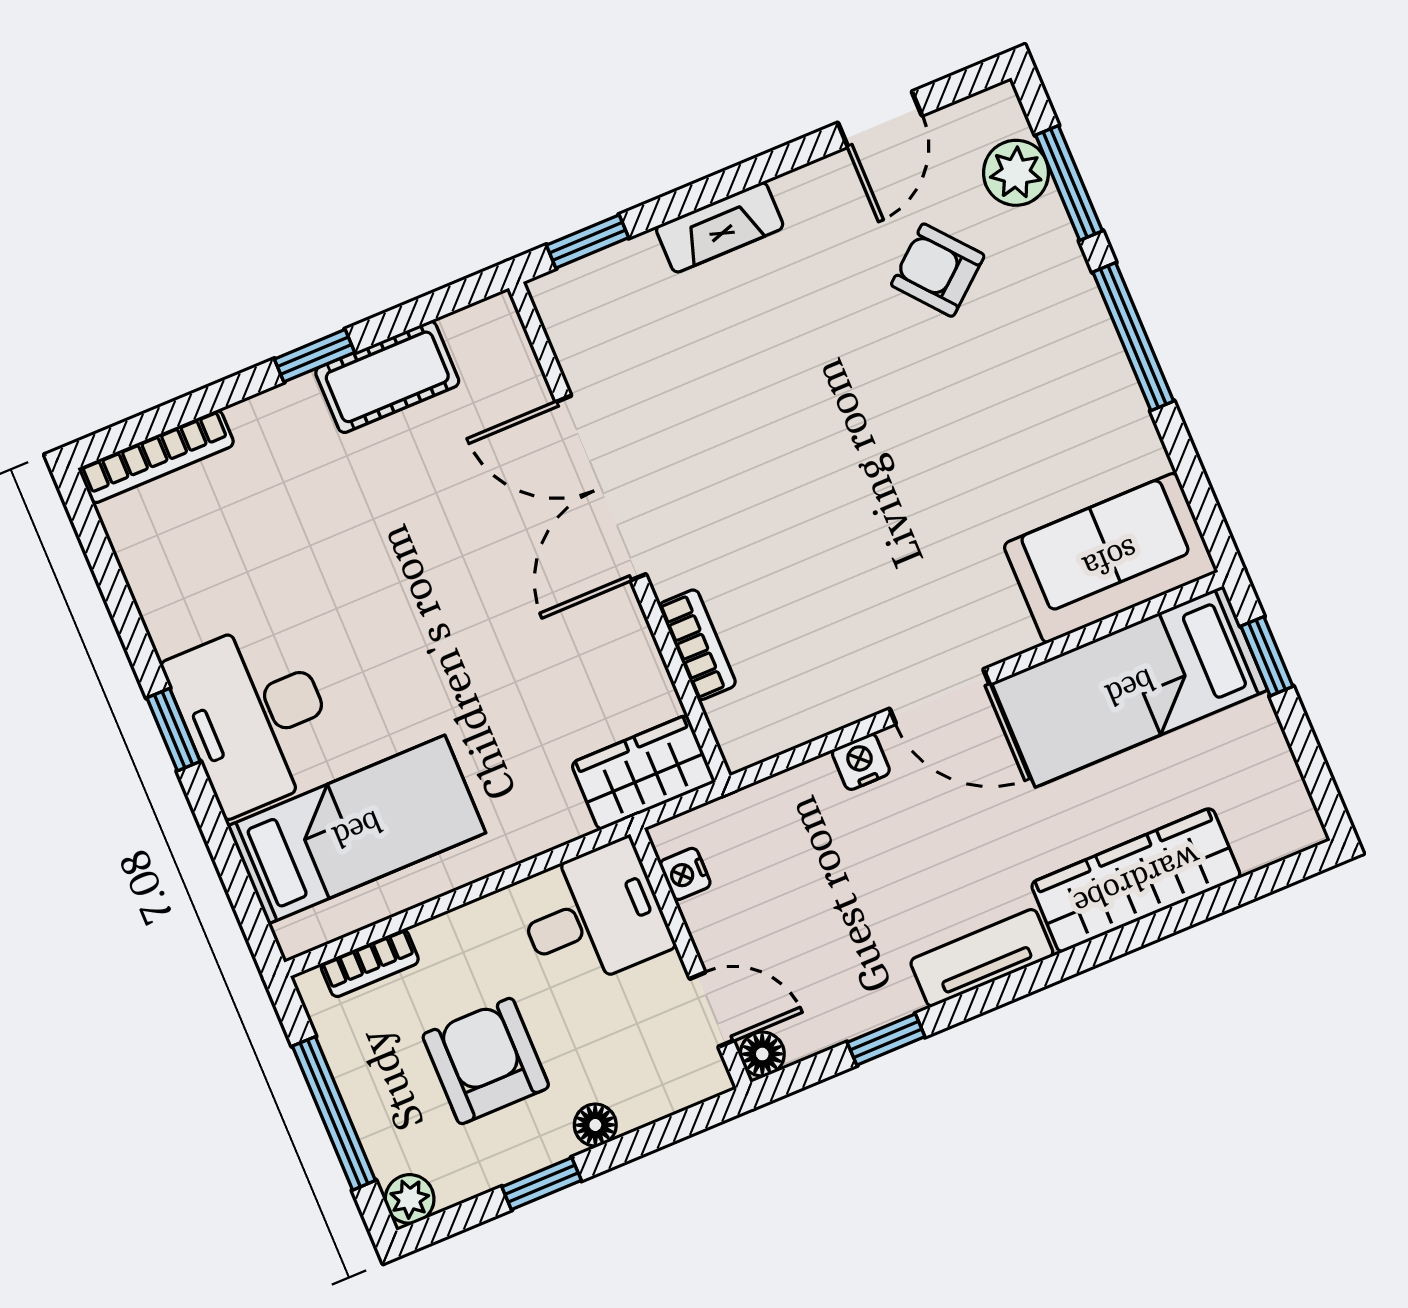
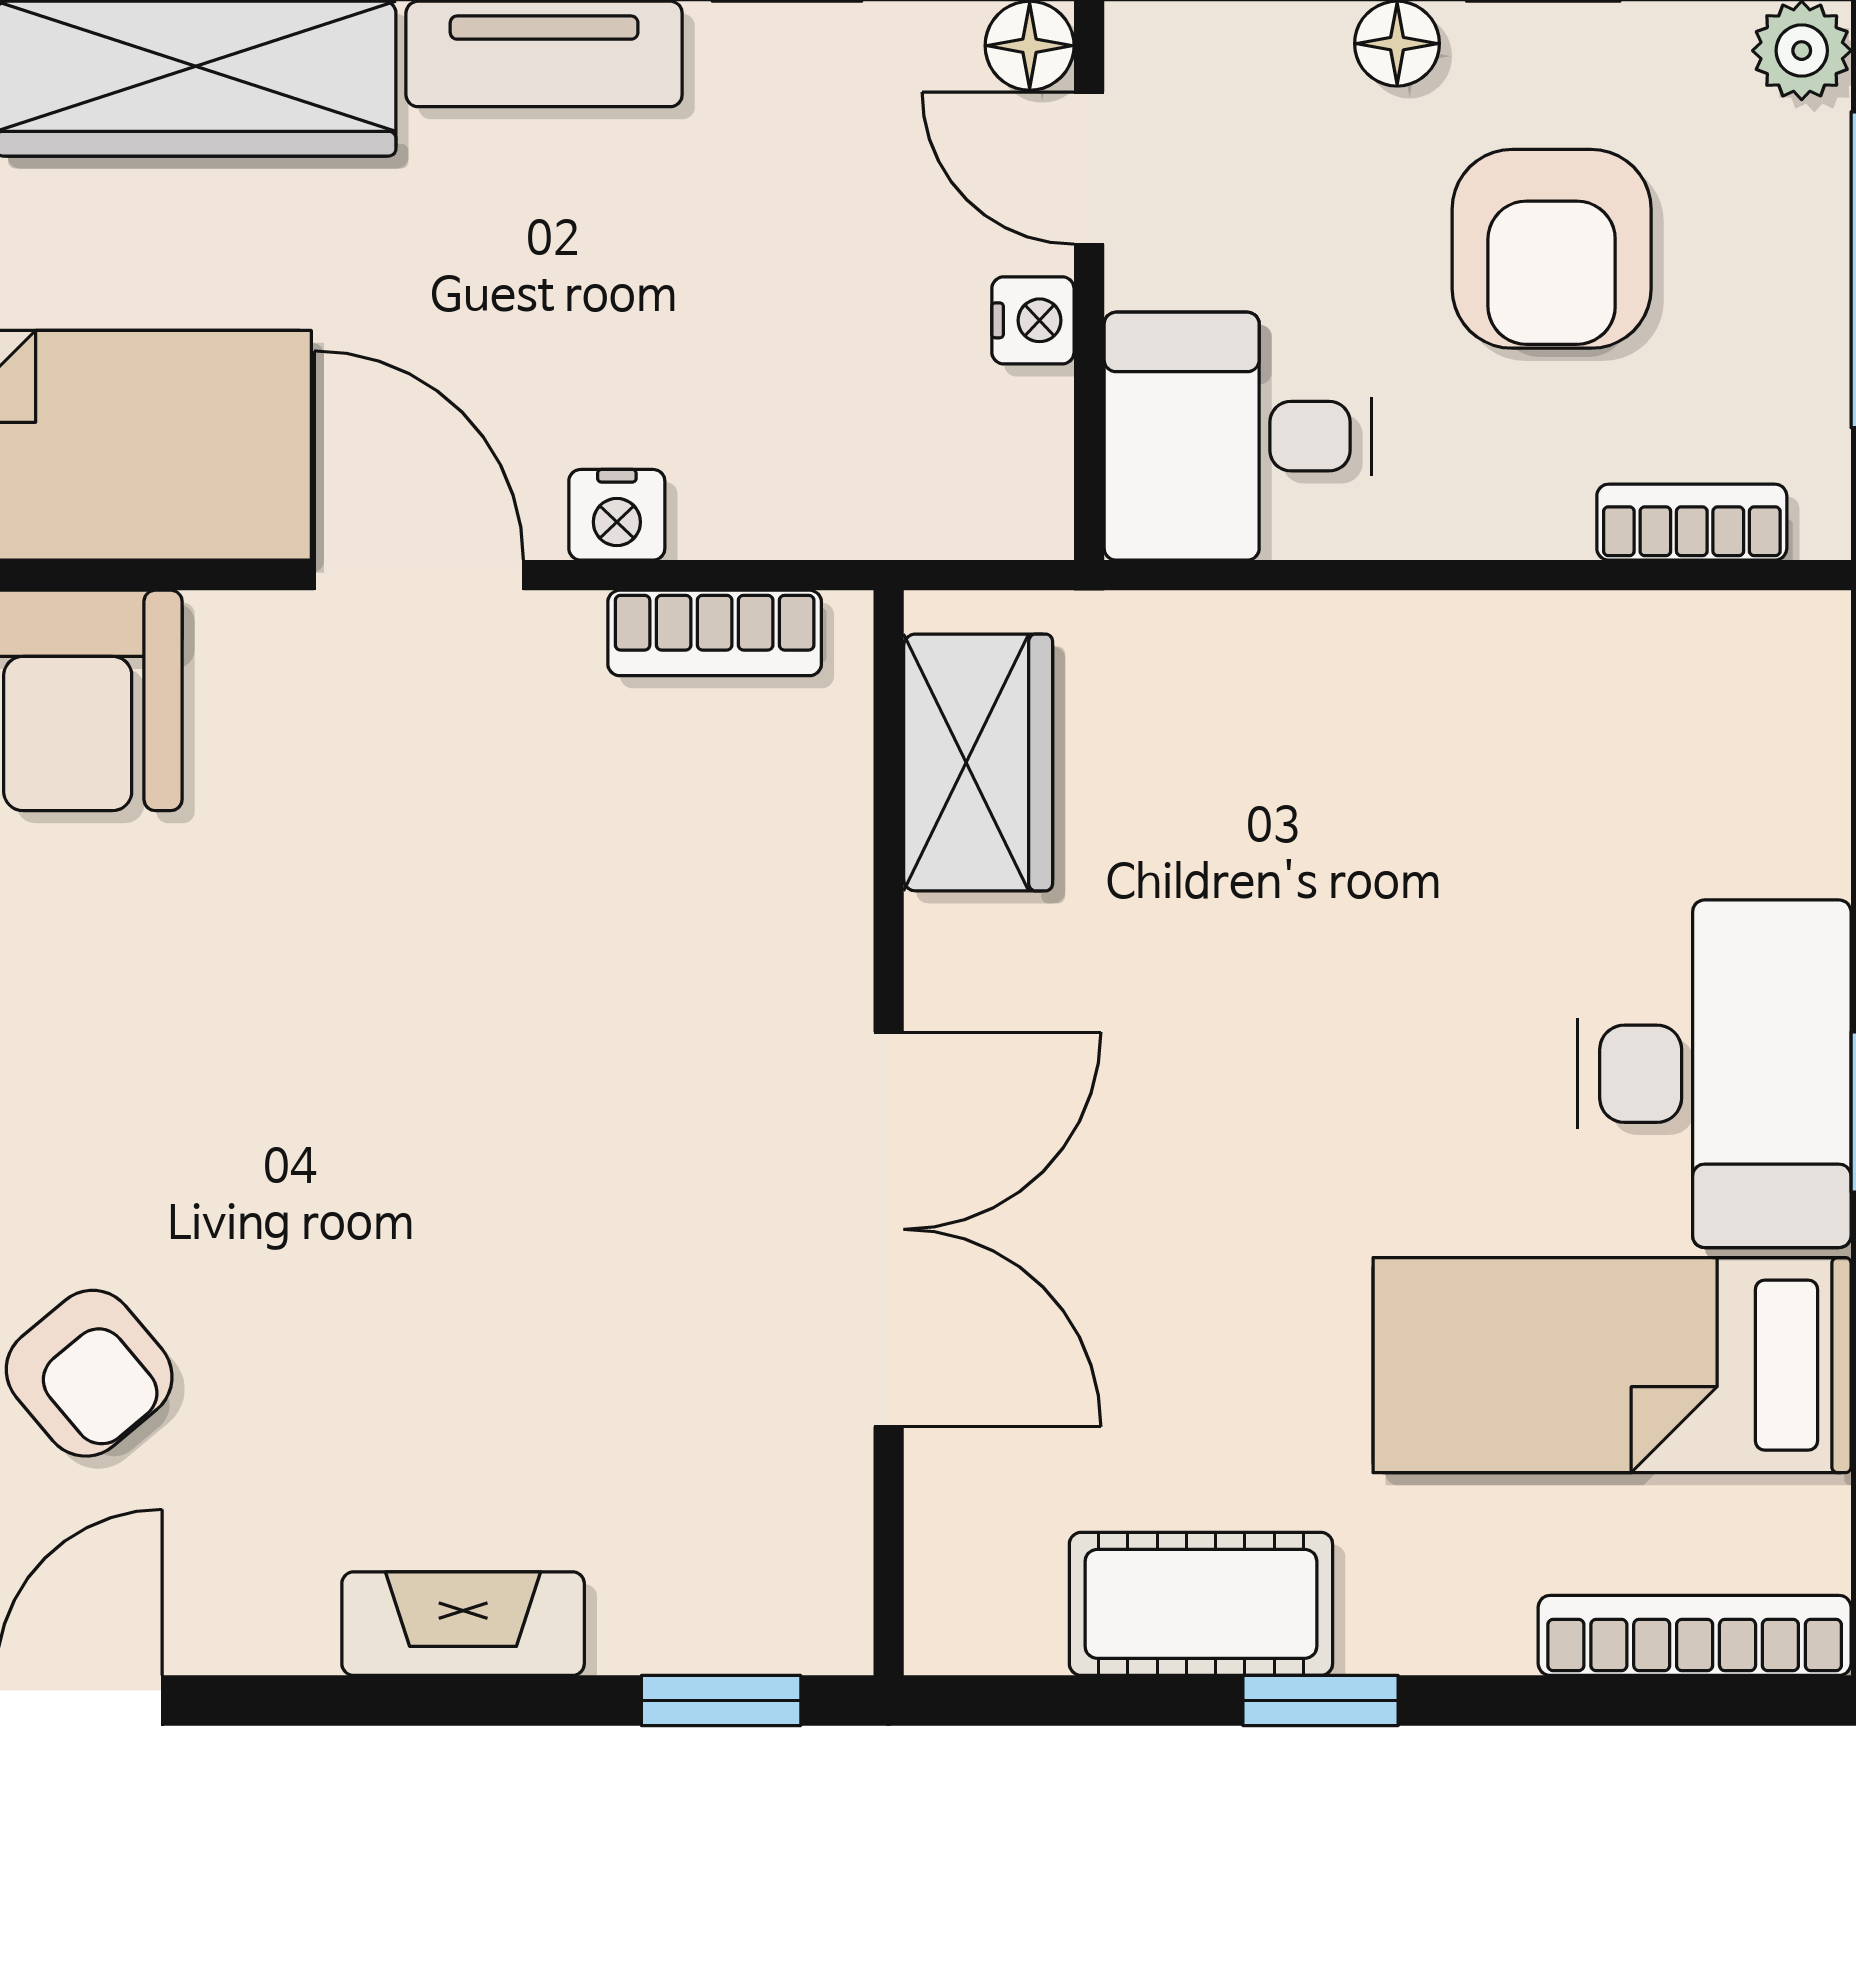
bookcase: (697, 645) -> (715, 633), moved, turned -90
wardrobe: (643, 773) -> (978, 762), moved, turned -90
bed: (357, 829) -> (1612, 1365), moved
nightstand: (685, 874) -> (1033, 320), moved

